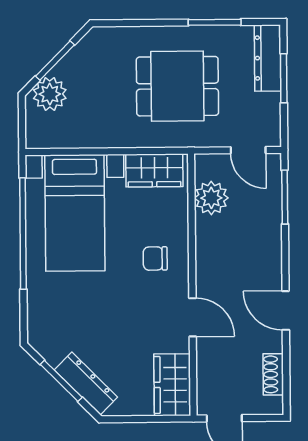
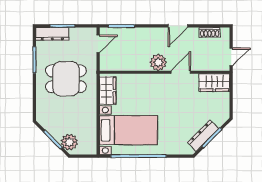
dining table: (177, 86) -> (66, 79), turned 90
plant: (211, 198) -> (158, 62), moved
chair: (155, 259) -> (151, 91), removed
dresser: (86, 383) -> (203, 136), moved

